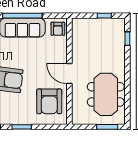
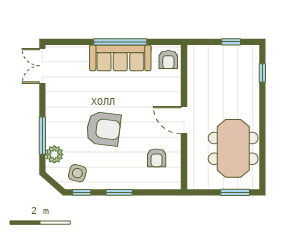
armchair: (49, 101) -> (157, 158), width x0.53, depth x0.53

